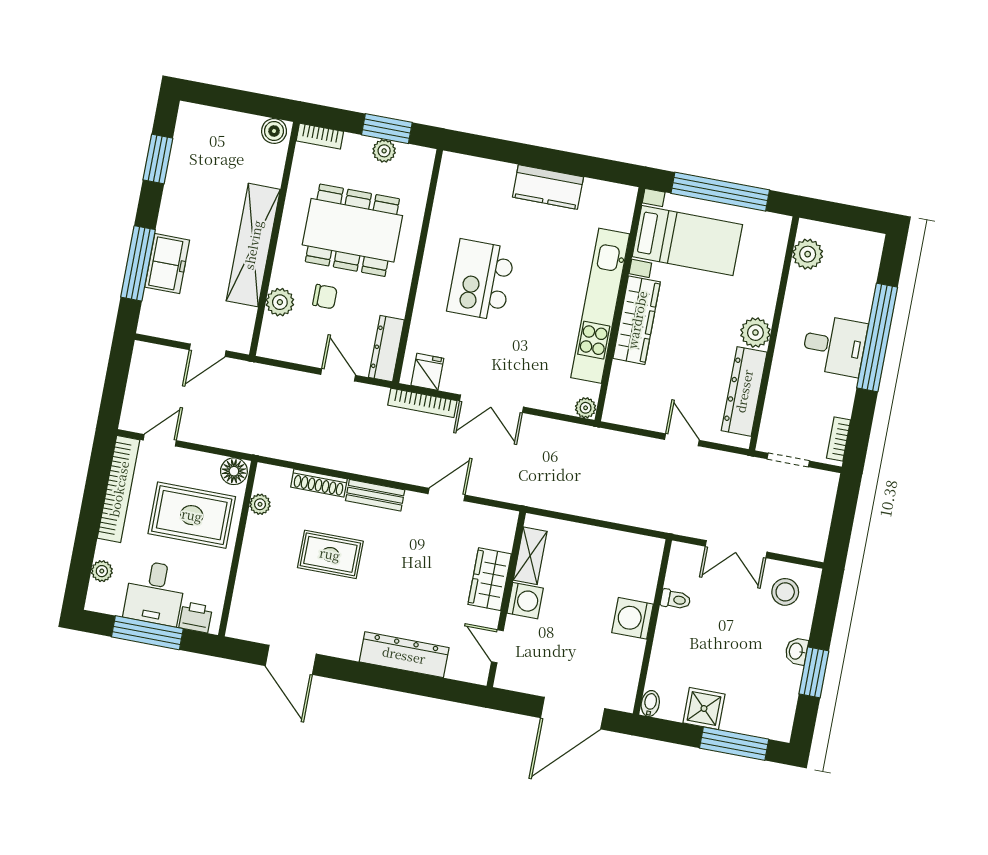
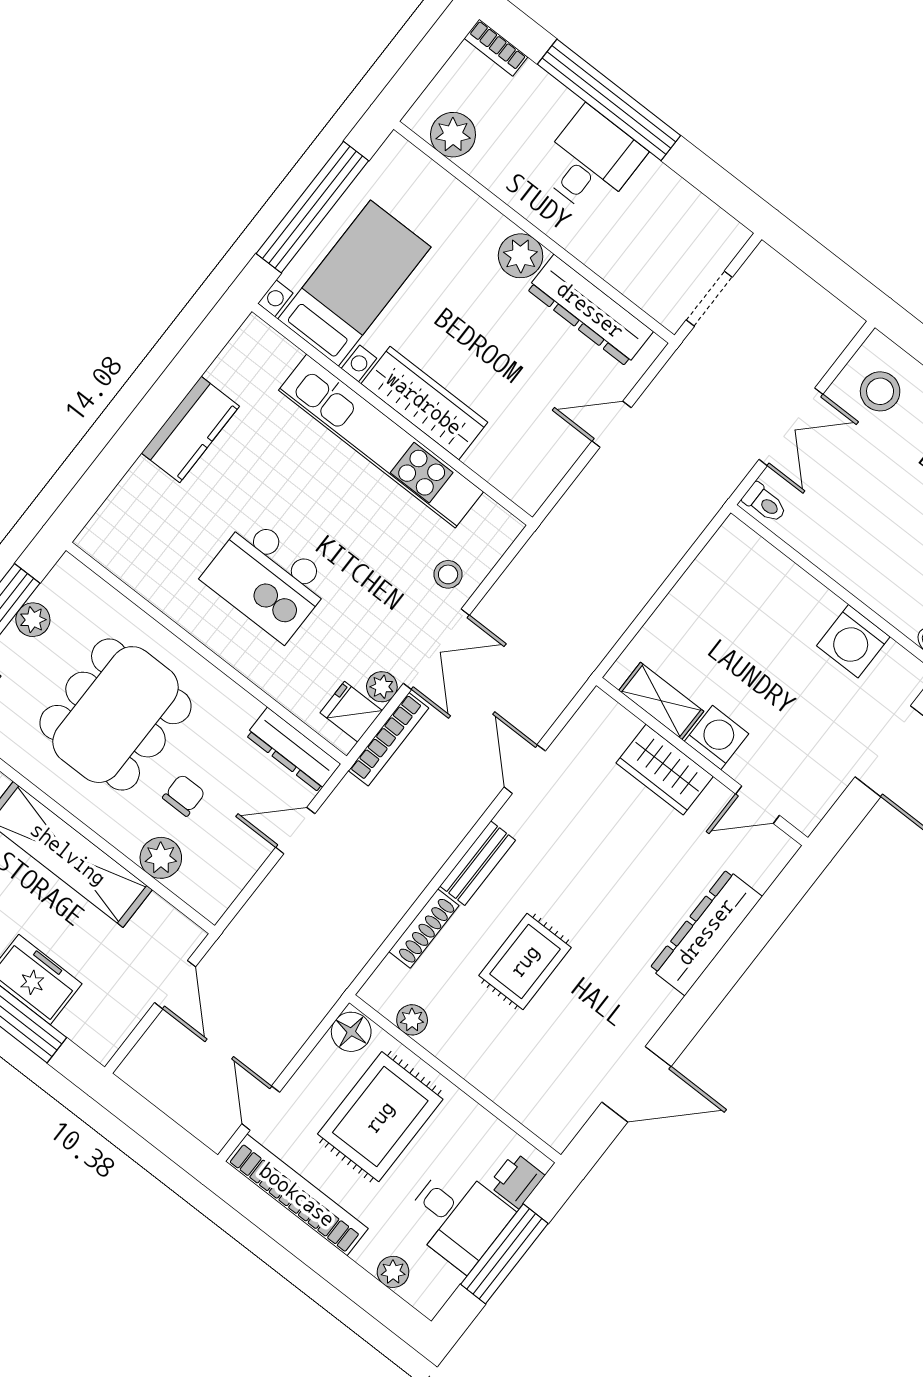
stool: (540, 388) -> (448, 574), added
plant: (586, 408) -> (382, 687), moved
bookcase: (838, 439) -> (496, 48), moved
toilet: (676, 599) -> (765, 503), moved, turned 90
washing machine: (633, 618) -> (853, 641), moved

